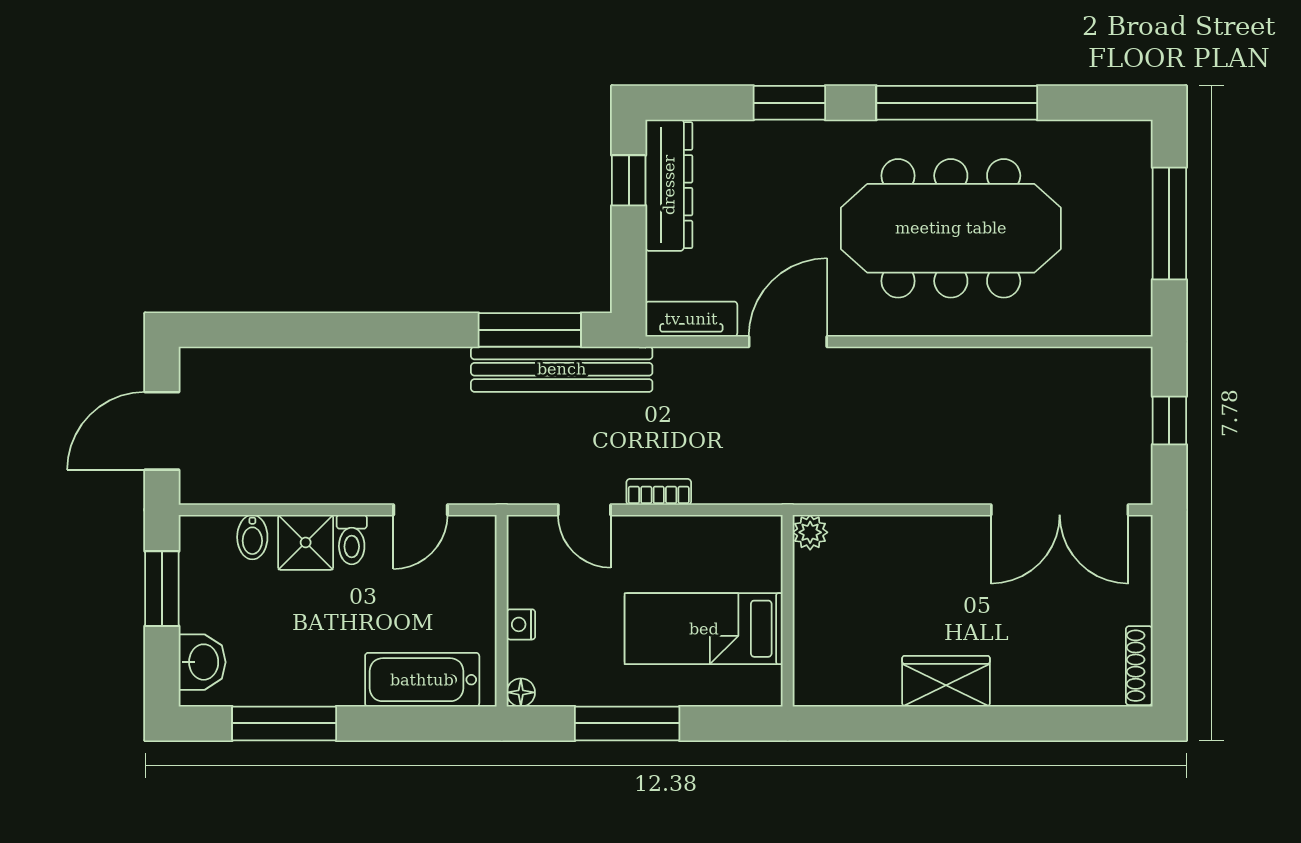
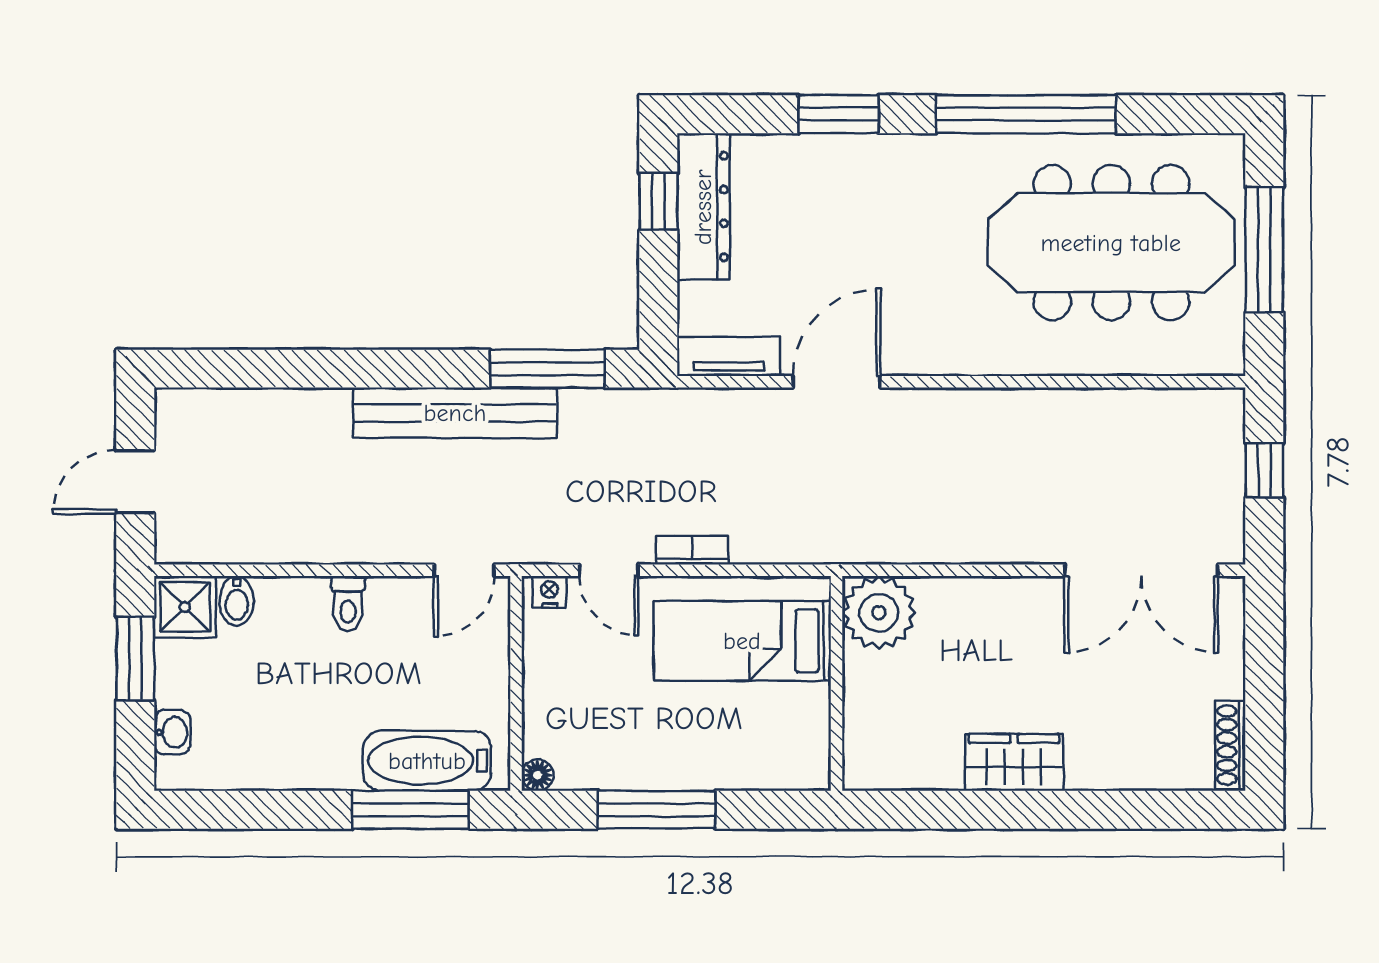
meeting table: (951, 228) -> (1111, 243), moved
bench: (562, 369) -> (455, 413), moved
door: (162, 431) -> (135, 482), width x0.73
door: (420, 510) -> (464, 570), moved
plant: (810, 532) -> (879, 613), width x1.88, depth x1.88
shower: (306, 542) -> (185, 607), moved
nightstand: (521, 624) -> (549, 592), moved, turned 90
bed: (704, 629) -> (742, 641), moved
washbasin: (202, 662) -> (172, 732), width x0.72, depth x0.69
window: (284, 723) -> (411, 810), moved

